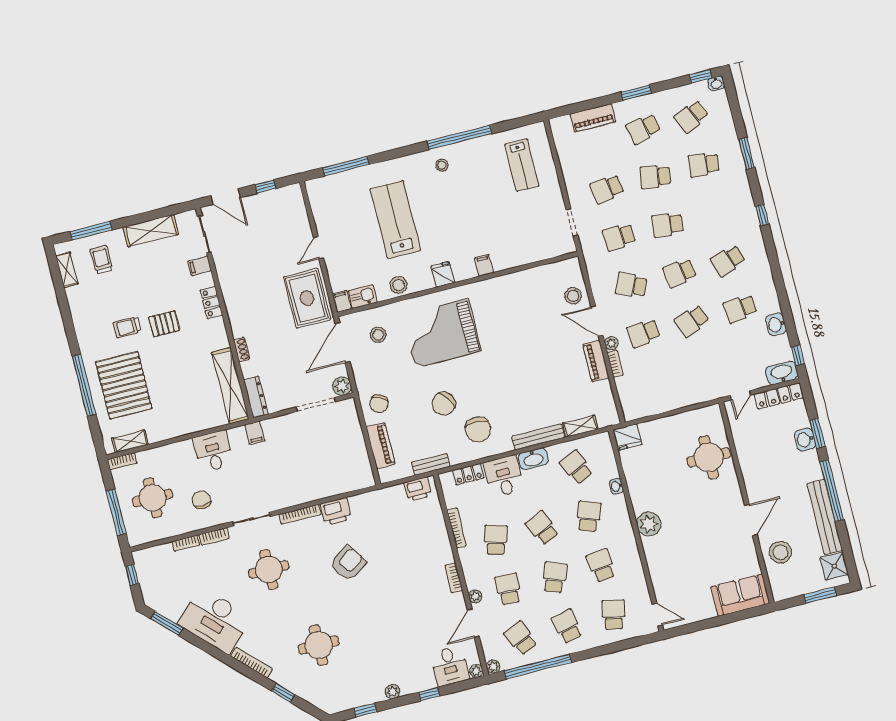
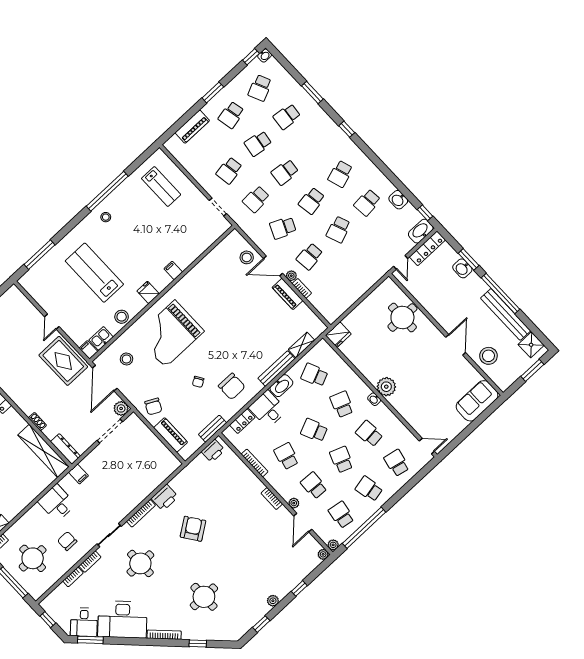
chair: (444, 404) -> (198, 382), width x0.54, depth x0.54
washbasin: (616, 486) -> (374, 399), moved
school desk: (521, 638) -> (341, 515), turned 33
desk: (450, 666) -> (84, 622), moved, turned 45

